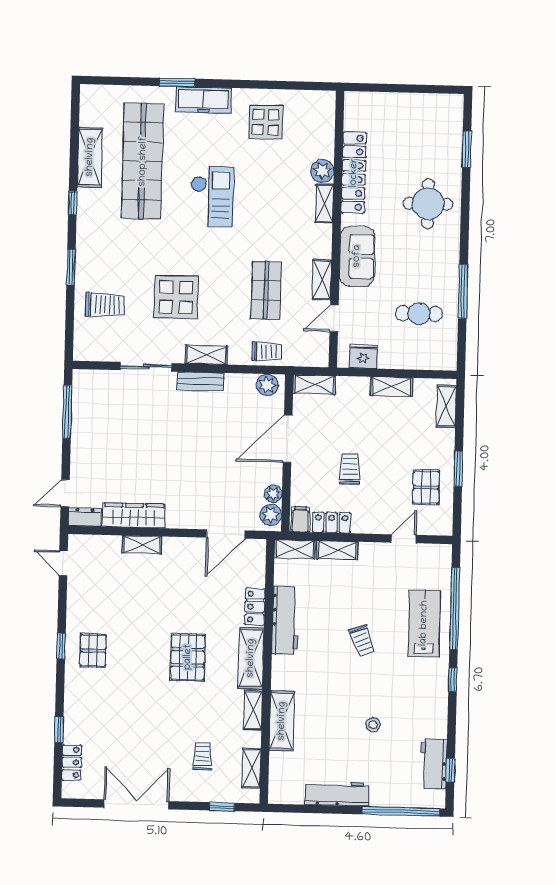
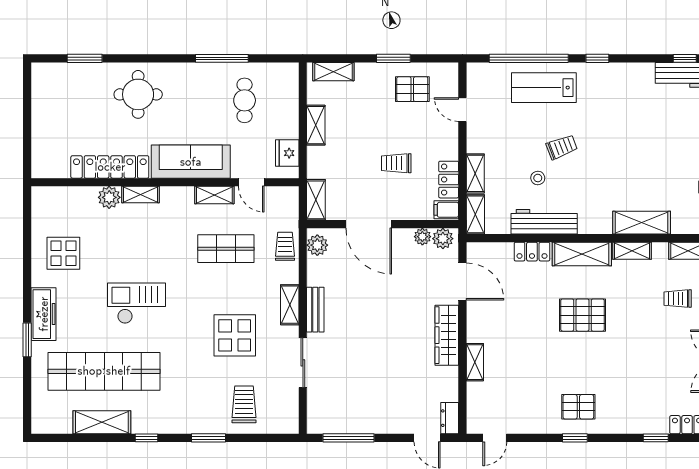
sofa: (357, 256) -> (191, 162), width x1.36
wardrobe: (134, 515) -> (447, 335), moved
stool: (373, 725) -> (538, 178), moved

